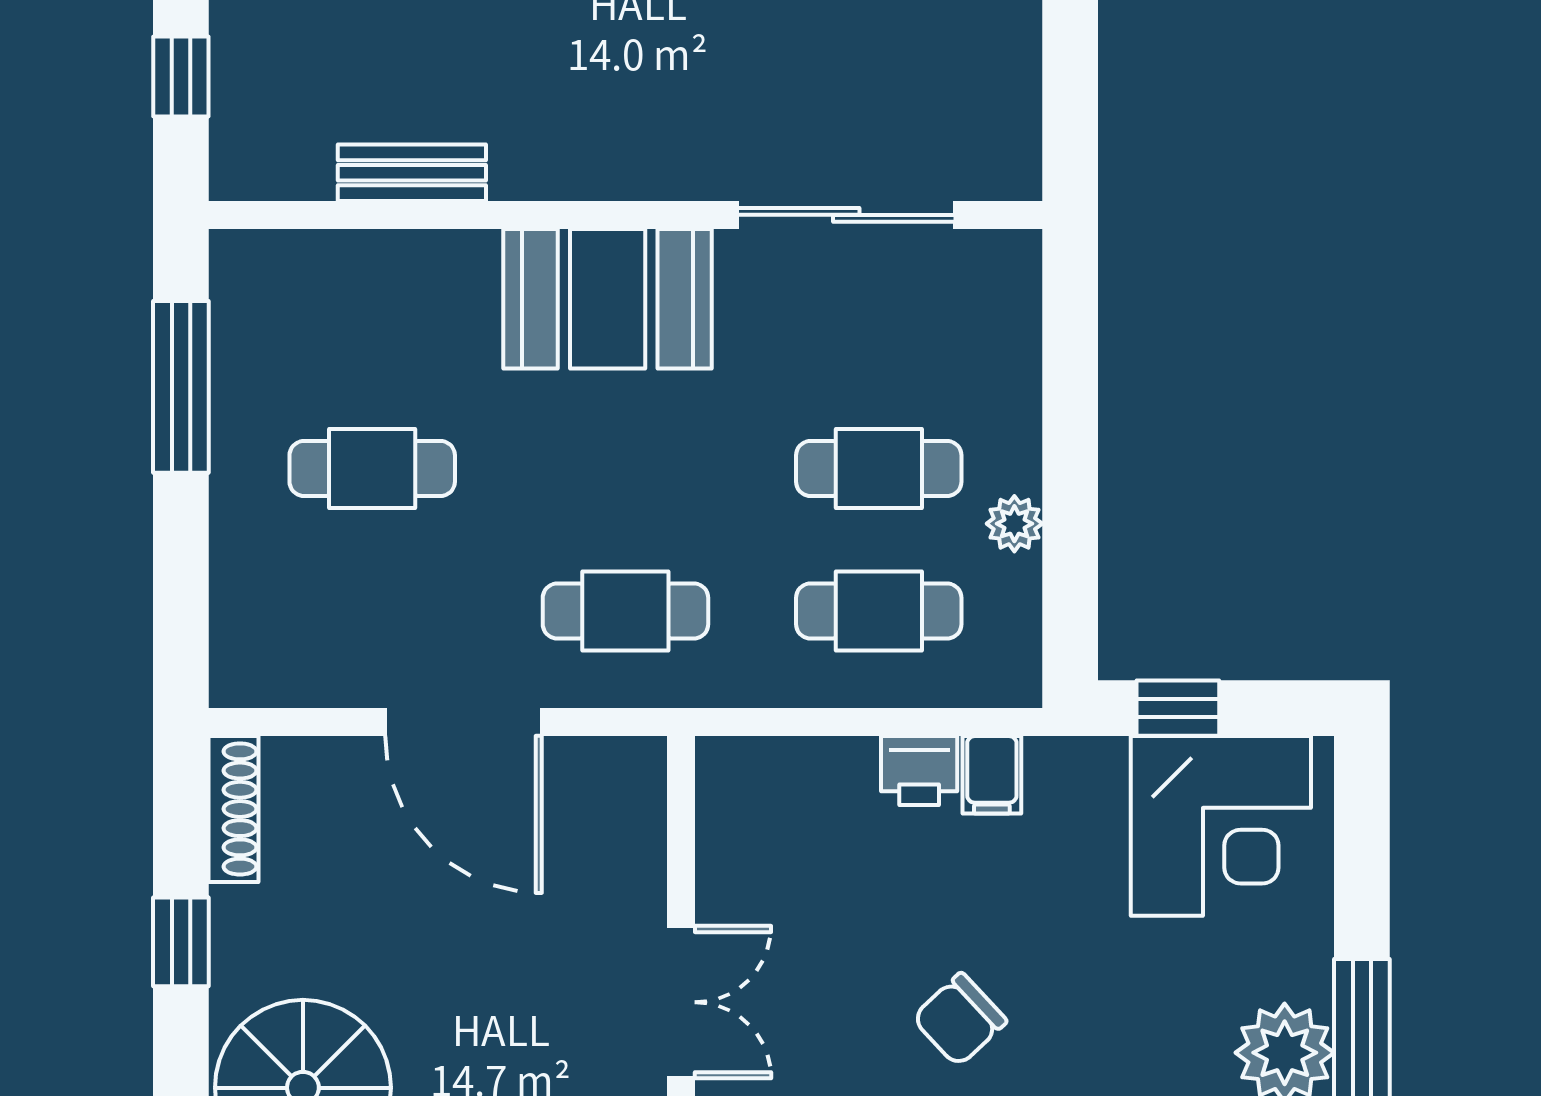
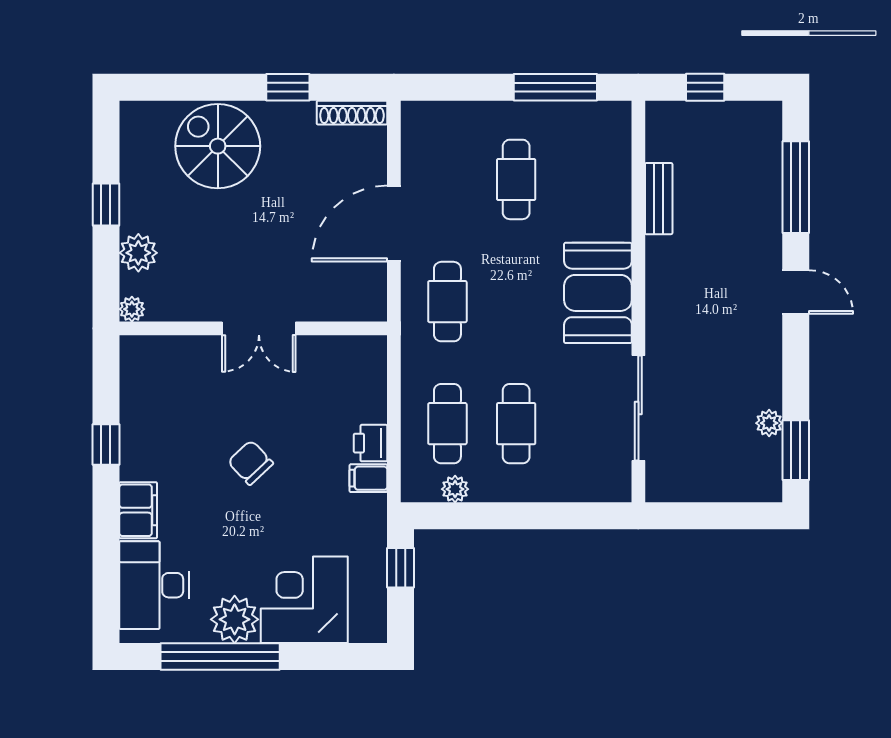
plant: (1014, 524) -> (455, 489), moved
corner desk: (1221, 826) -> (304, 600), moved, turned 90

